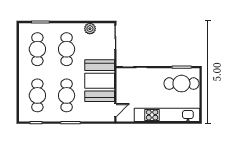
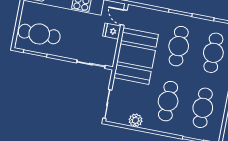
fridge: (123, 97) -> (112, 31), added
door: (115, 110) -> (124, 17), hinge flipped

